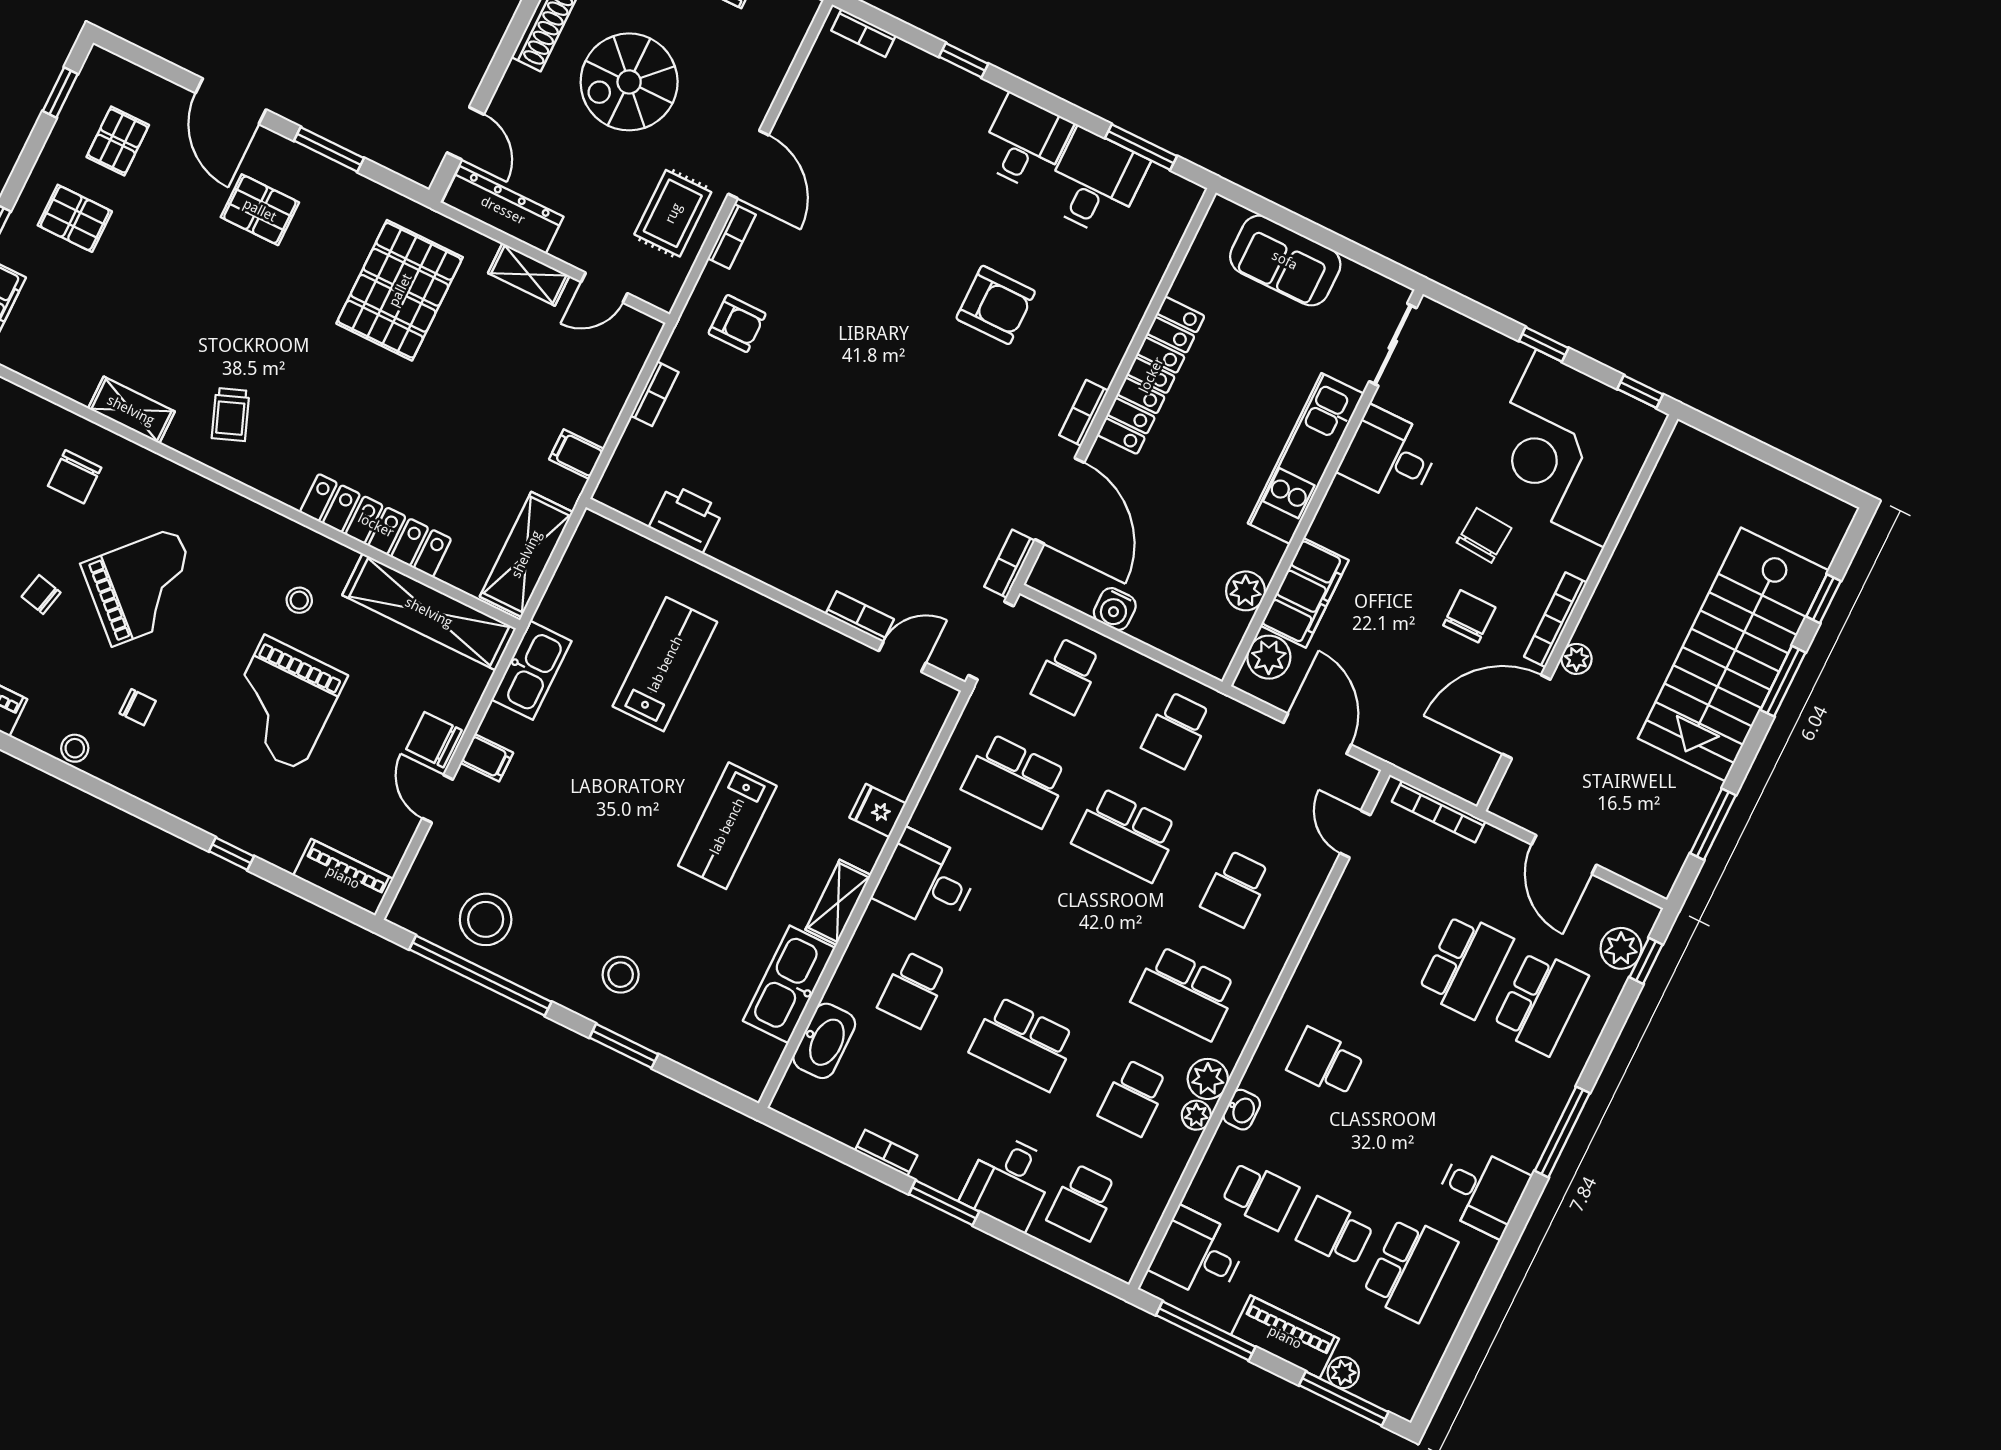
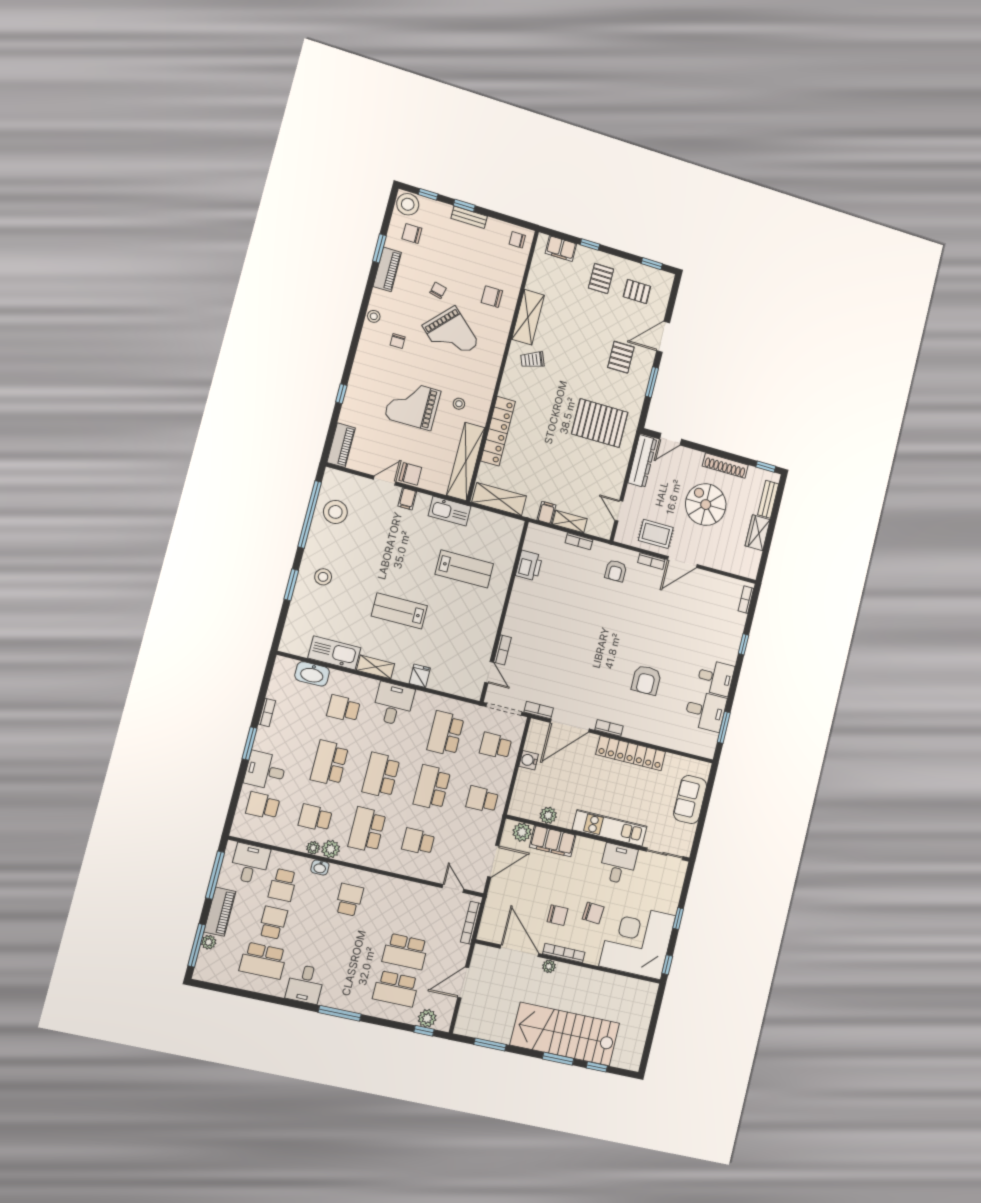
shelving: (529, 274) -> (570, 522), moved, turned 90
shelving: (131, 410) -> (528, 317), width x1.50, depth x1.33
chair: (434, 740) -> (410, 474), turned 90
door: (1355, 834) -> (453, 888), hinge flipped
school desk: (1074, 939) -> (381, 775), added

